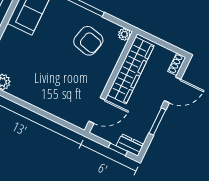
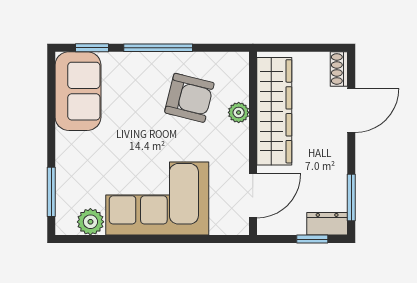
plant: (124, 34) -> (239, 112), moved
corner sofa: (45, 87) -> (157, 199), added
window: (157, 122) -> (351, 197), moved

